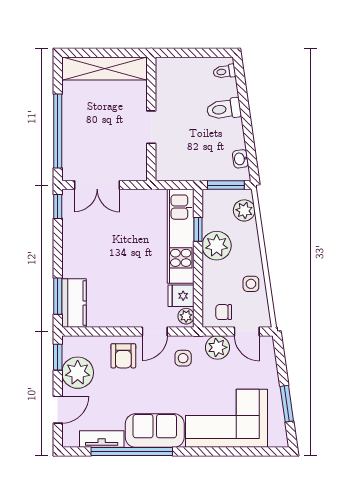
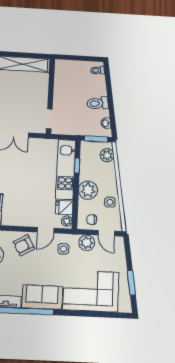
toilet: (224, 109) -> (98, 103), moved
doorway: (151, 127) -> (49, 119), moved
plant: (217, 246) -> (88, 190), moved
armchair: (123, 356) -> (24, 245), turned 61

